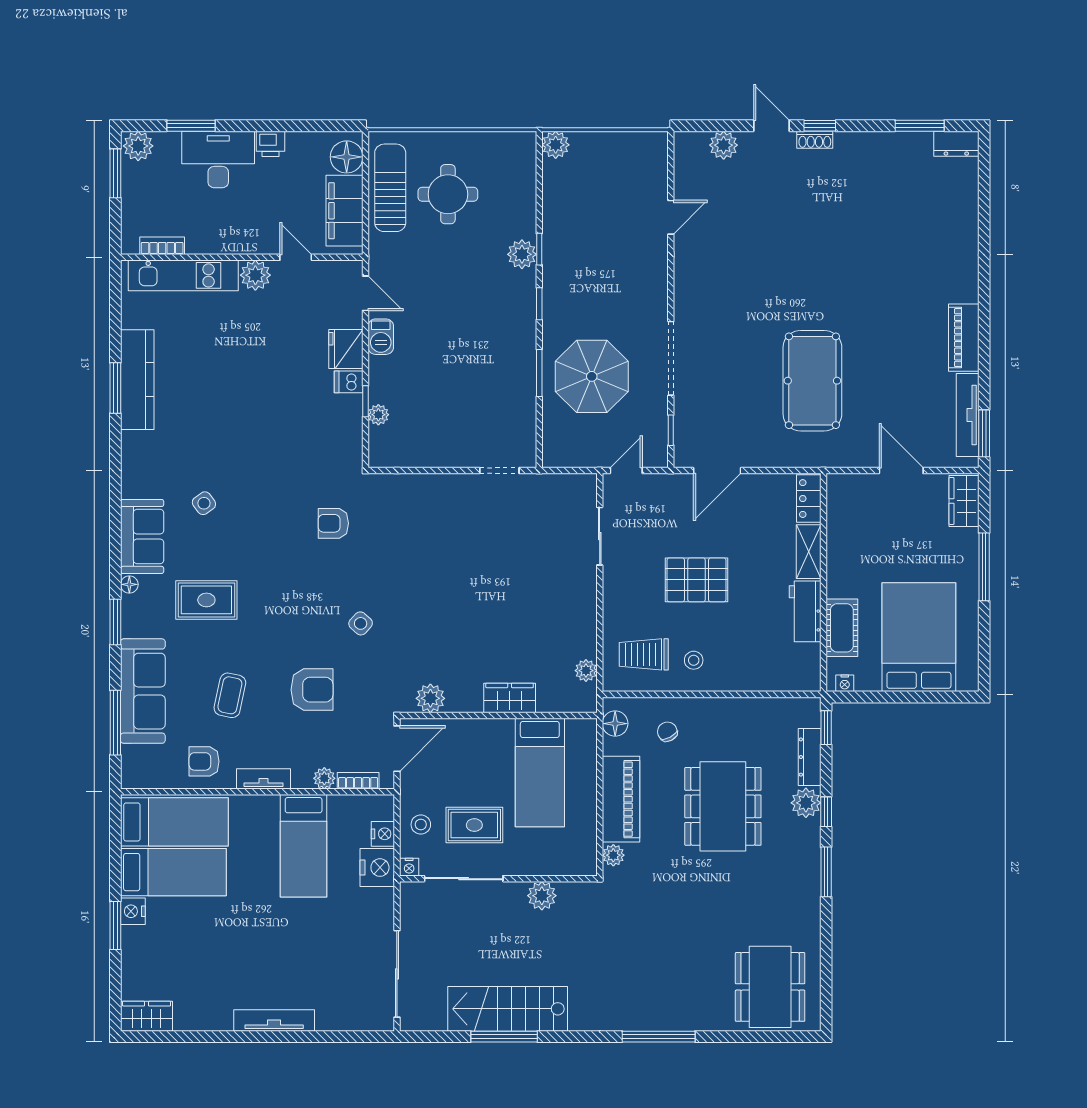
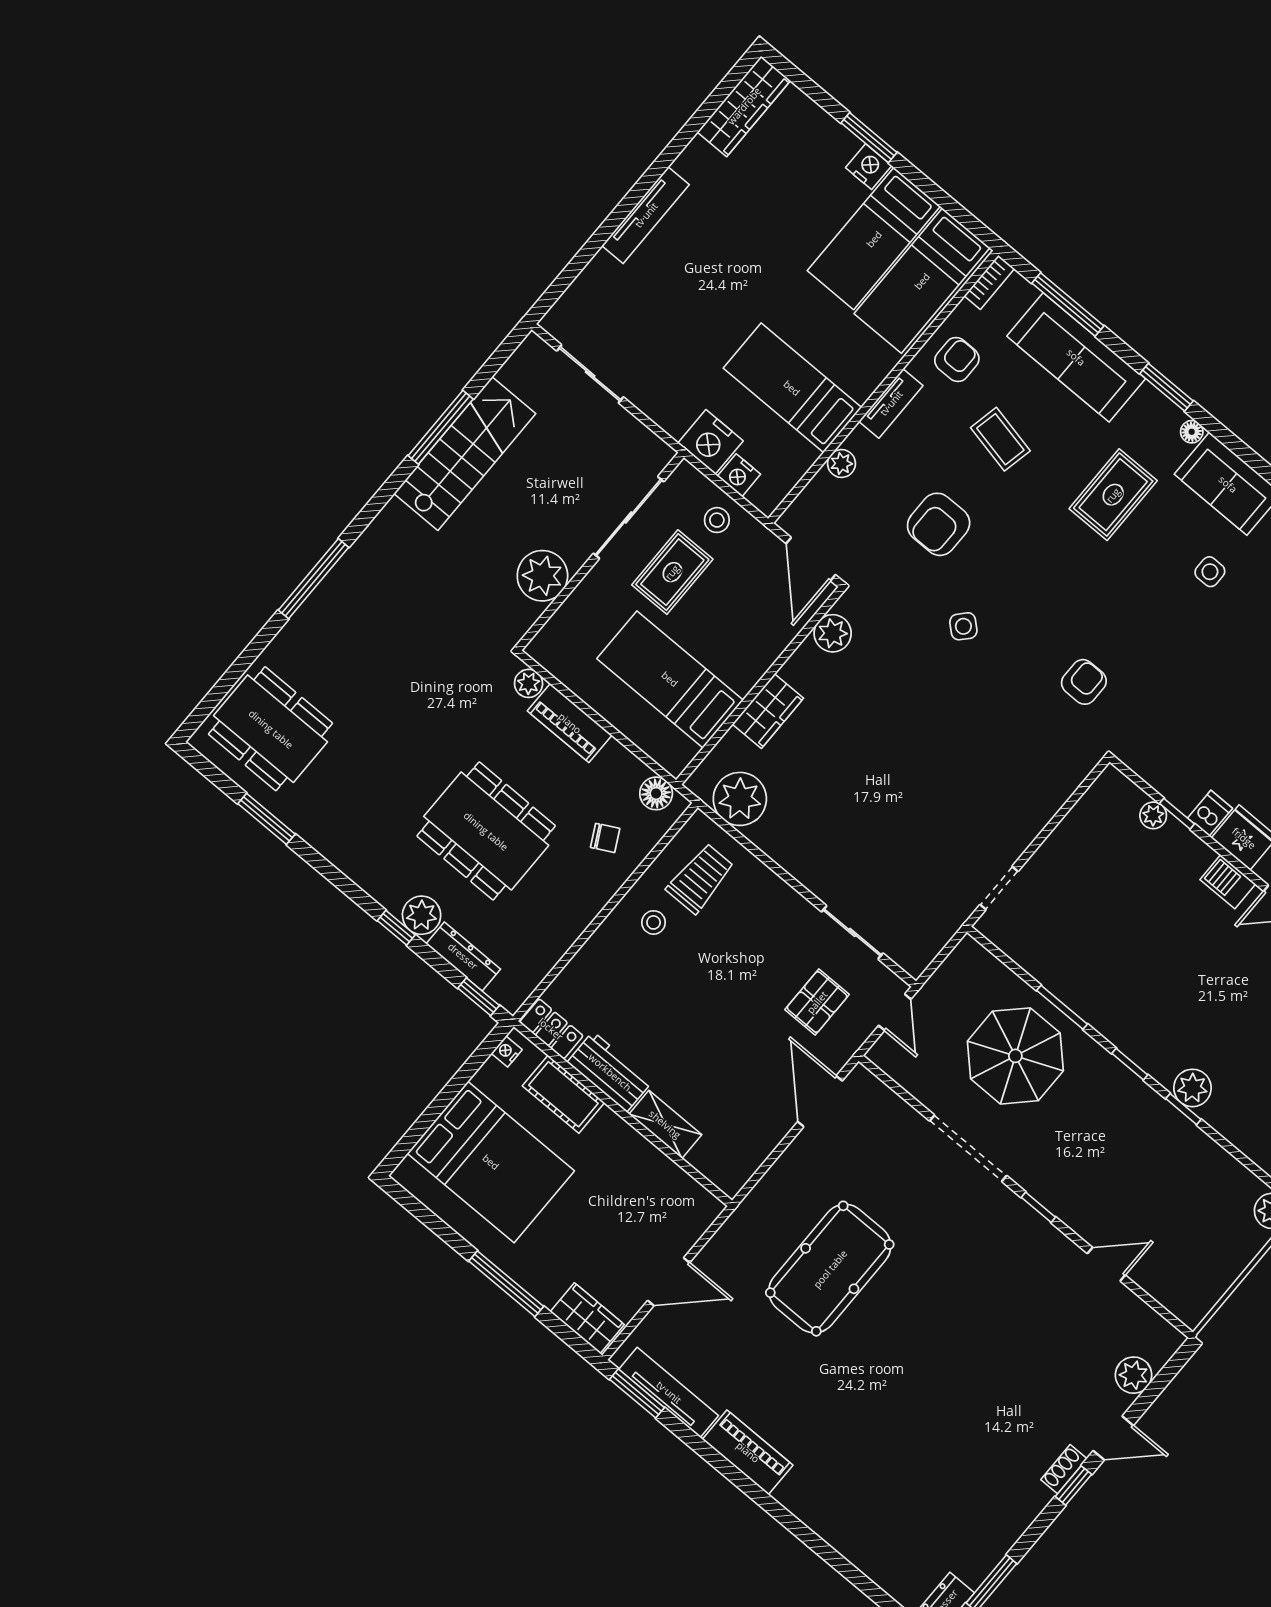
door: (671, 217) -> (1106, 1264), swing flipped
pool table: (812, 381) -> (830, 1269), turned 90
window: (671, 430) -> (1038, 1207), moved
locker: (809, 499) -> (551, 1029), moved
side table: (204, 503) -> (1210, 572), turned 36
pallet: (697, 580) -> (817, 1002), moved, width x0.67, depth x0.71
plant: (586, 671) -> (740, 799), width x1.87, depth x1.87
bookcase: (358, 781) -> (989, 282), moved
piano: (621, 799) -> (570, 723), width x0.73, depth x0.75
nightstand: (409, 867) -> (685, 474), removed
window: (826, 872) -> (266, 819), moved
plant: (542, 896) -> (542, 576), width x1.36, depth x1.36
sliding door: (397, 974) -> (590, 374), width x0.73
wardrobe: (147, 1016) -> (744, 106), width x1.50

